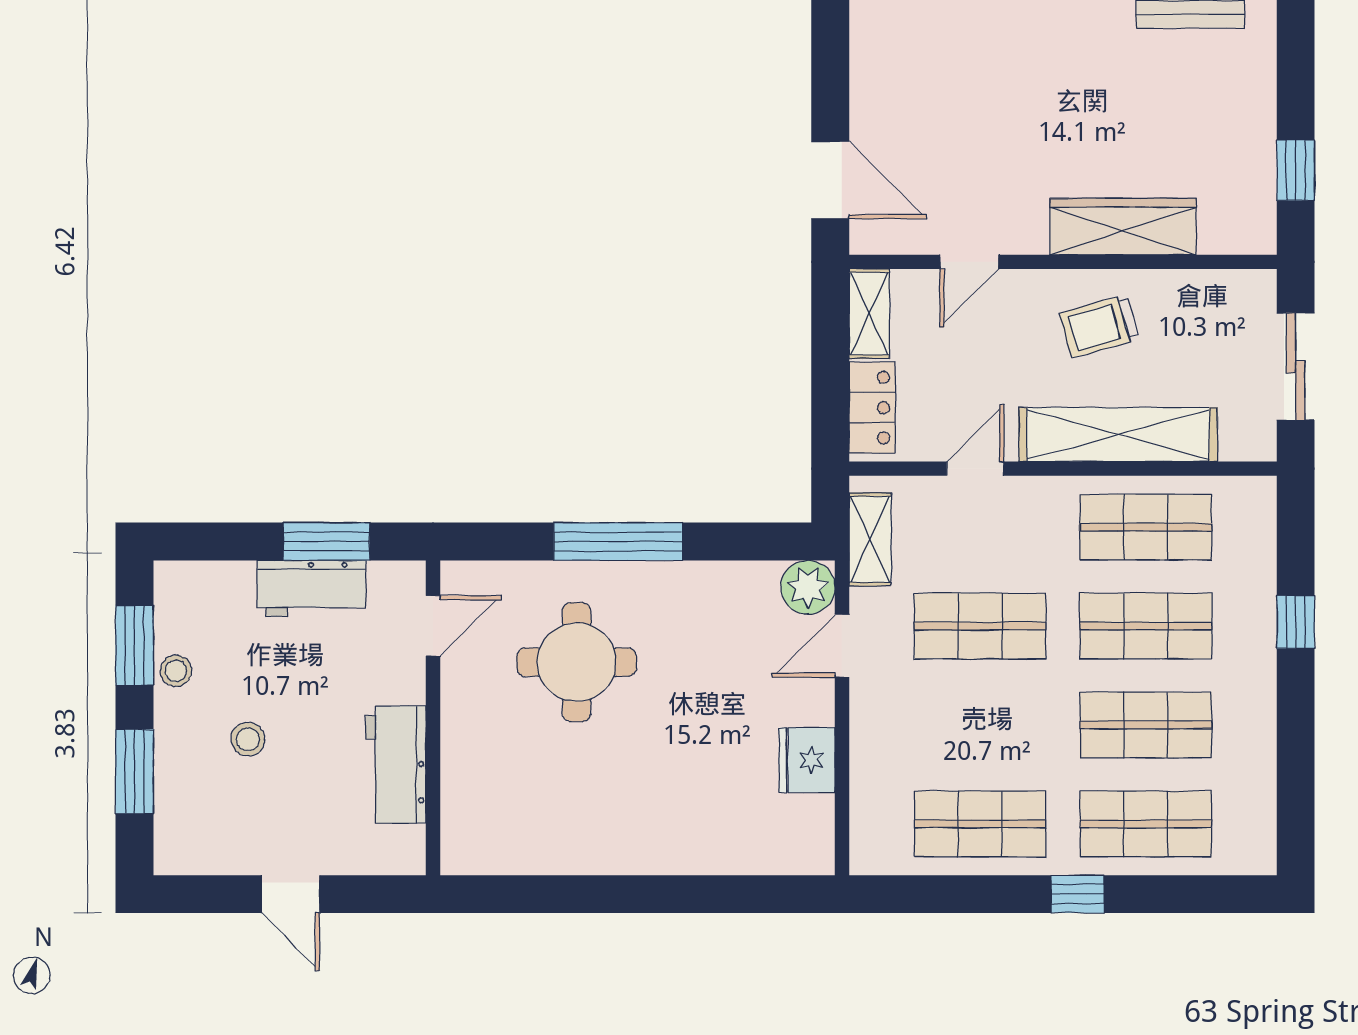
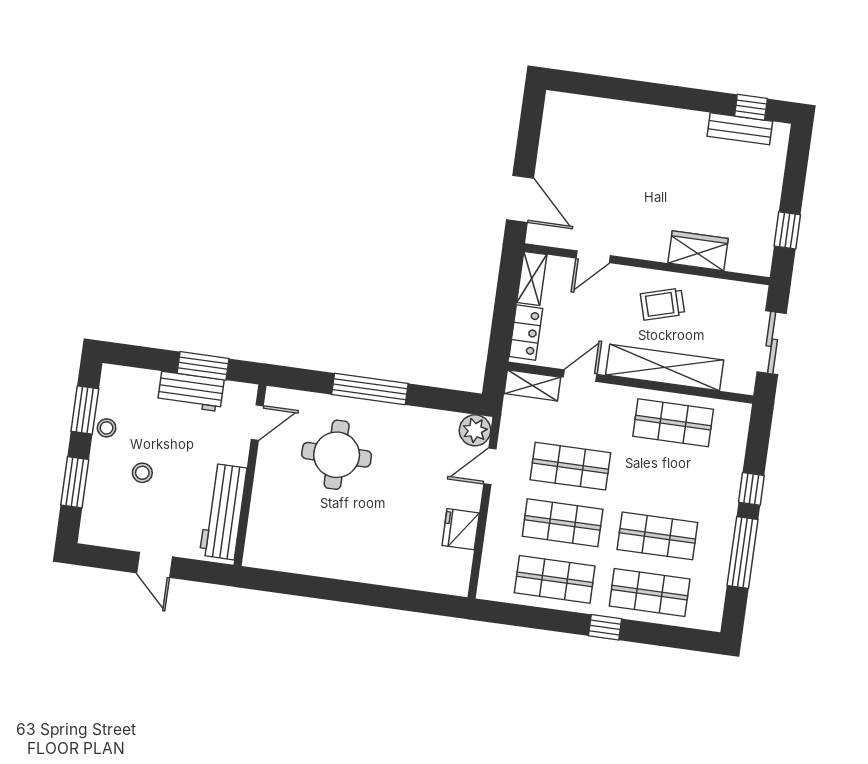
wardrobe: (1123, 227) -> (698, 251), width x0.67
shelving: (870, 539) -> (532, 385), moved, turned 90
shop shelf: (1146, 626) -> (563, 523), moved
window: (1296, 733) -> (743, 553), added
workbench: (396, 765) -> (223, 512), width x1.38

